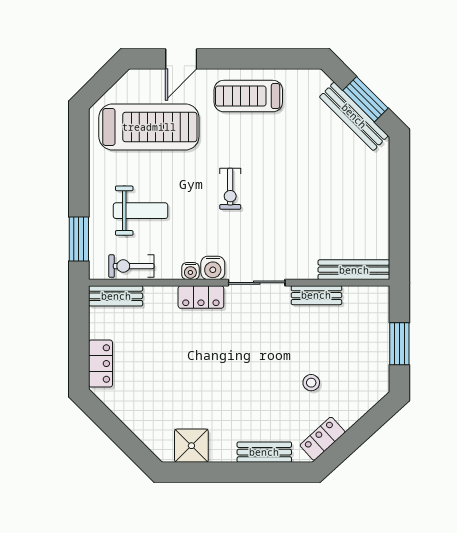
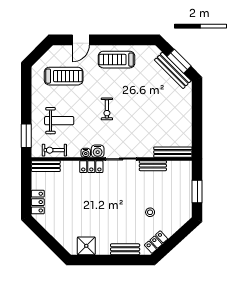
treadmill: (149, 127) -> (64, 76), width x0.73, depth x0.73

